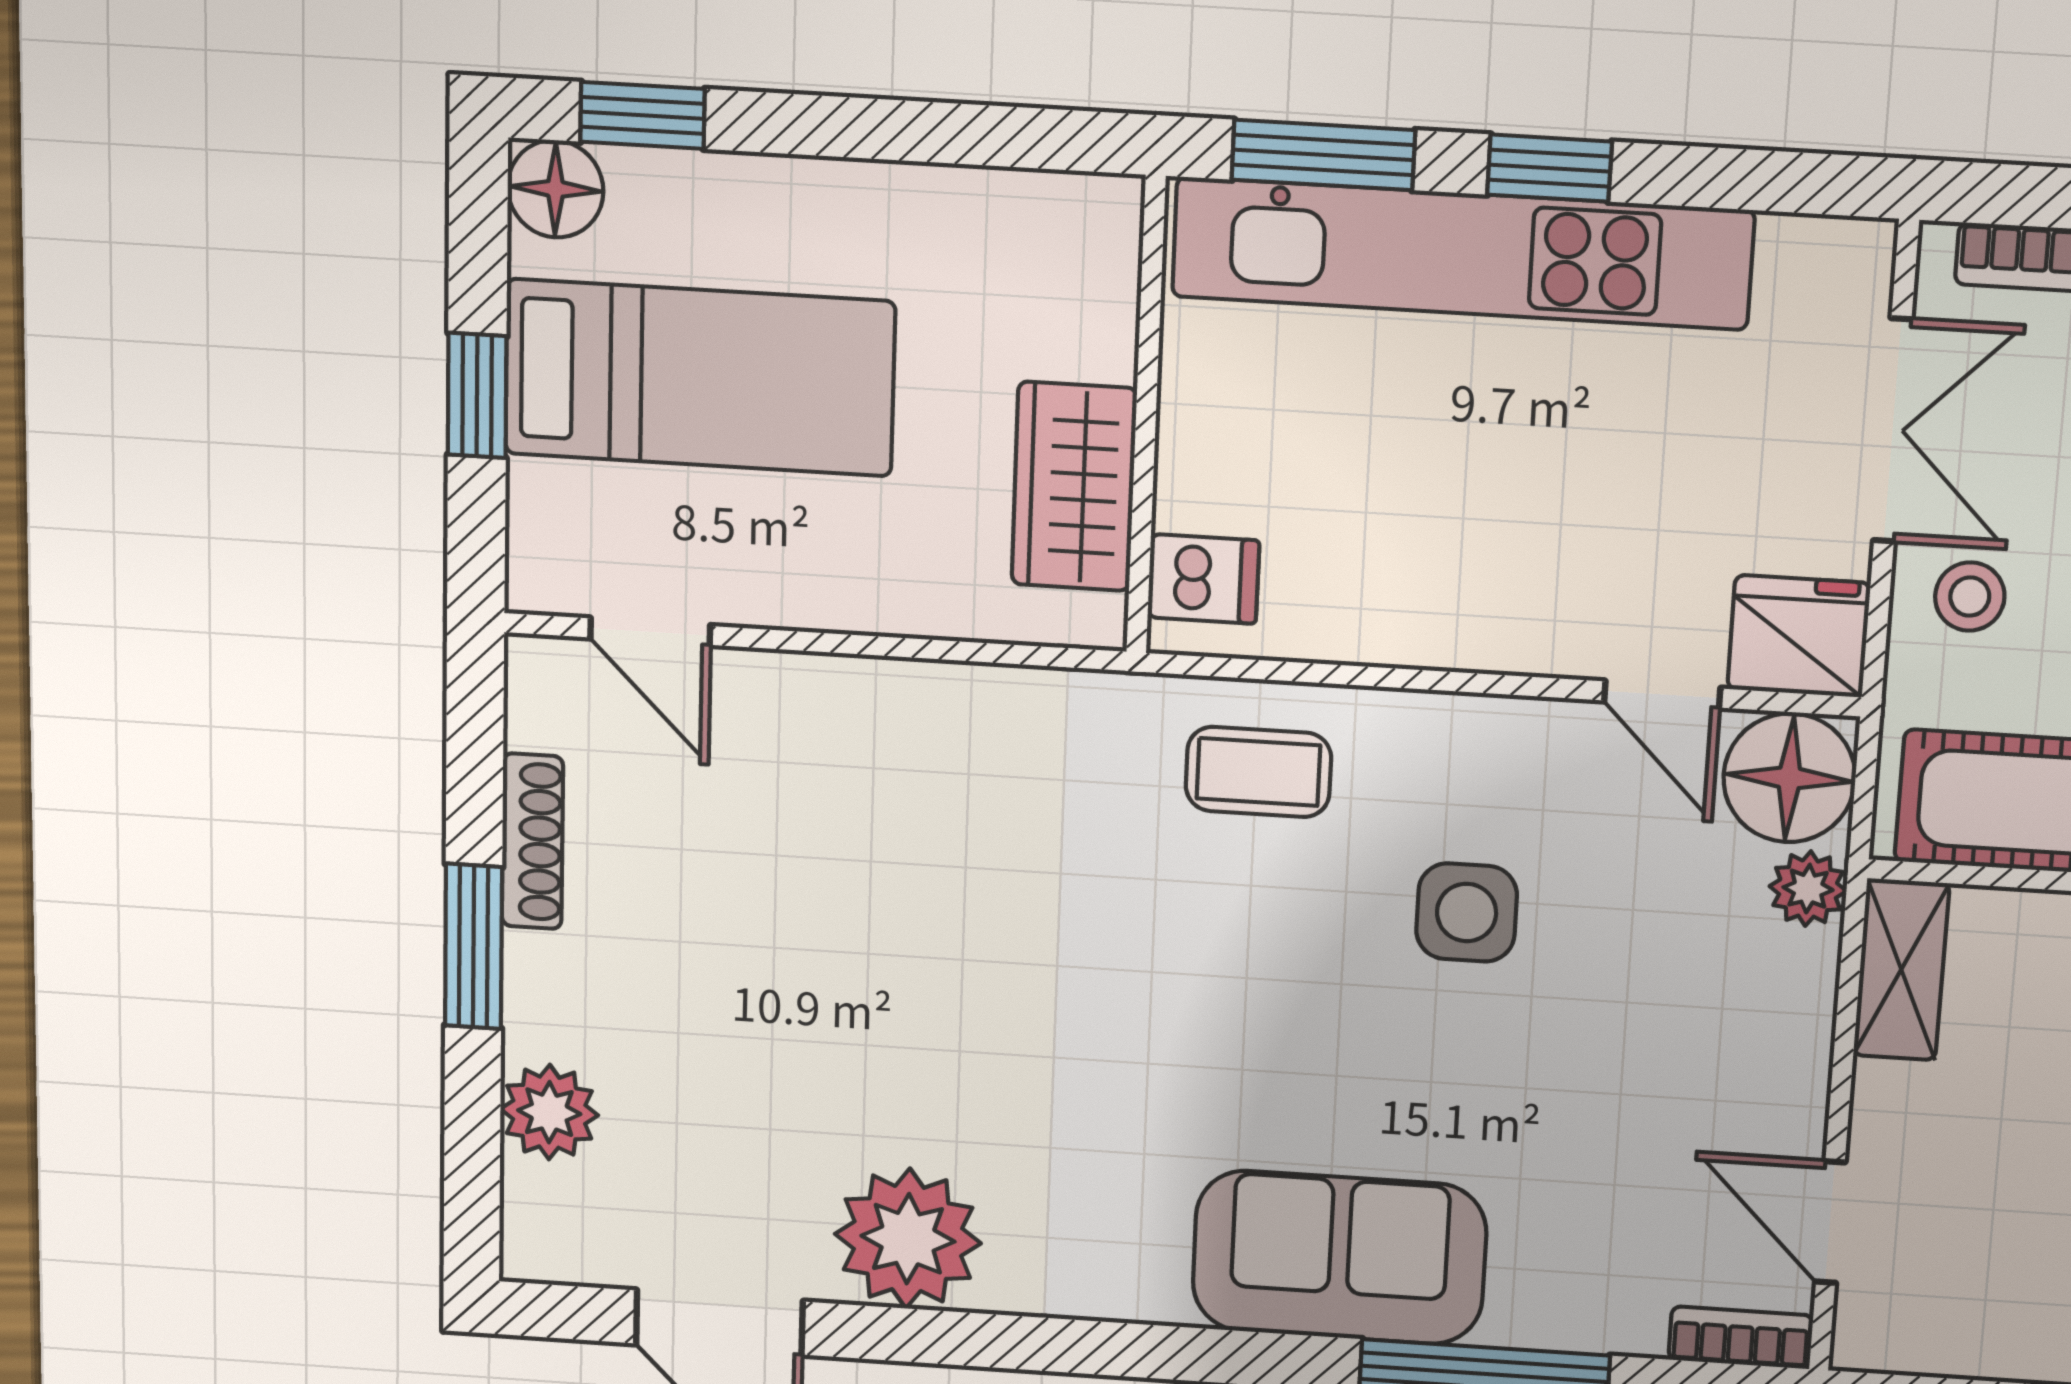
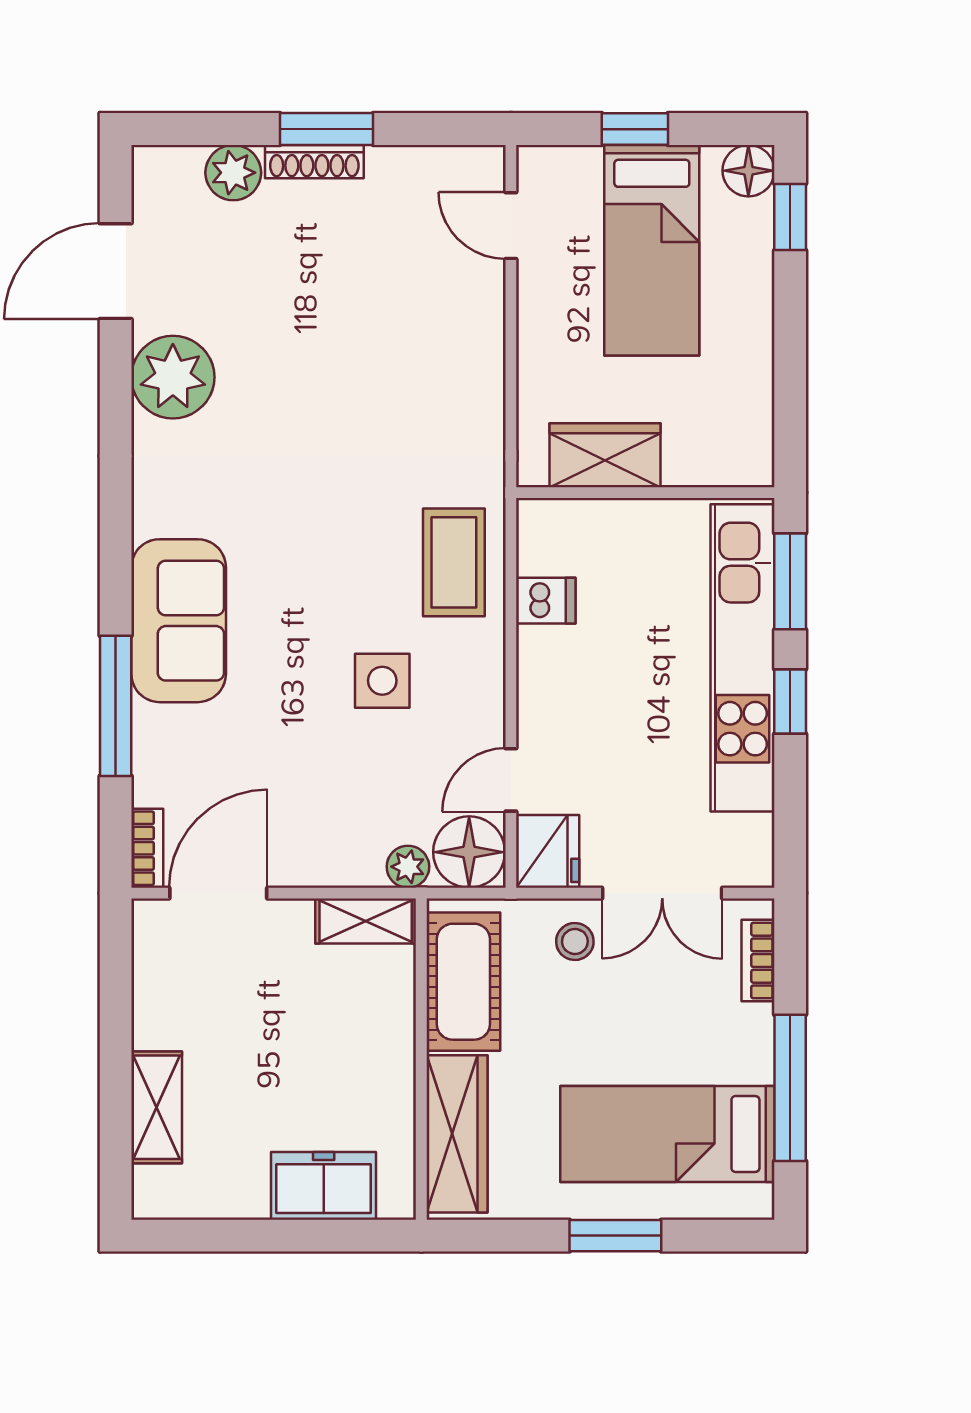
dishwasher: (1203, 579) -> (546, 601), moved, turned -90
door: (650, 632) -> (511, 226), hinge flipped
coffee table: (1258, 772) -> (454, 562), width x1.36, depth x1.30
shoe rack: (532, 841) -> (314, 162), moved
door: (1830, 1222) -> (218, 893), width x1.38

